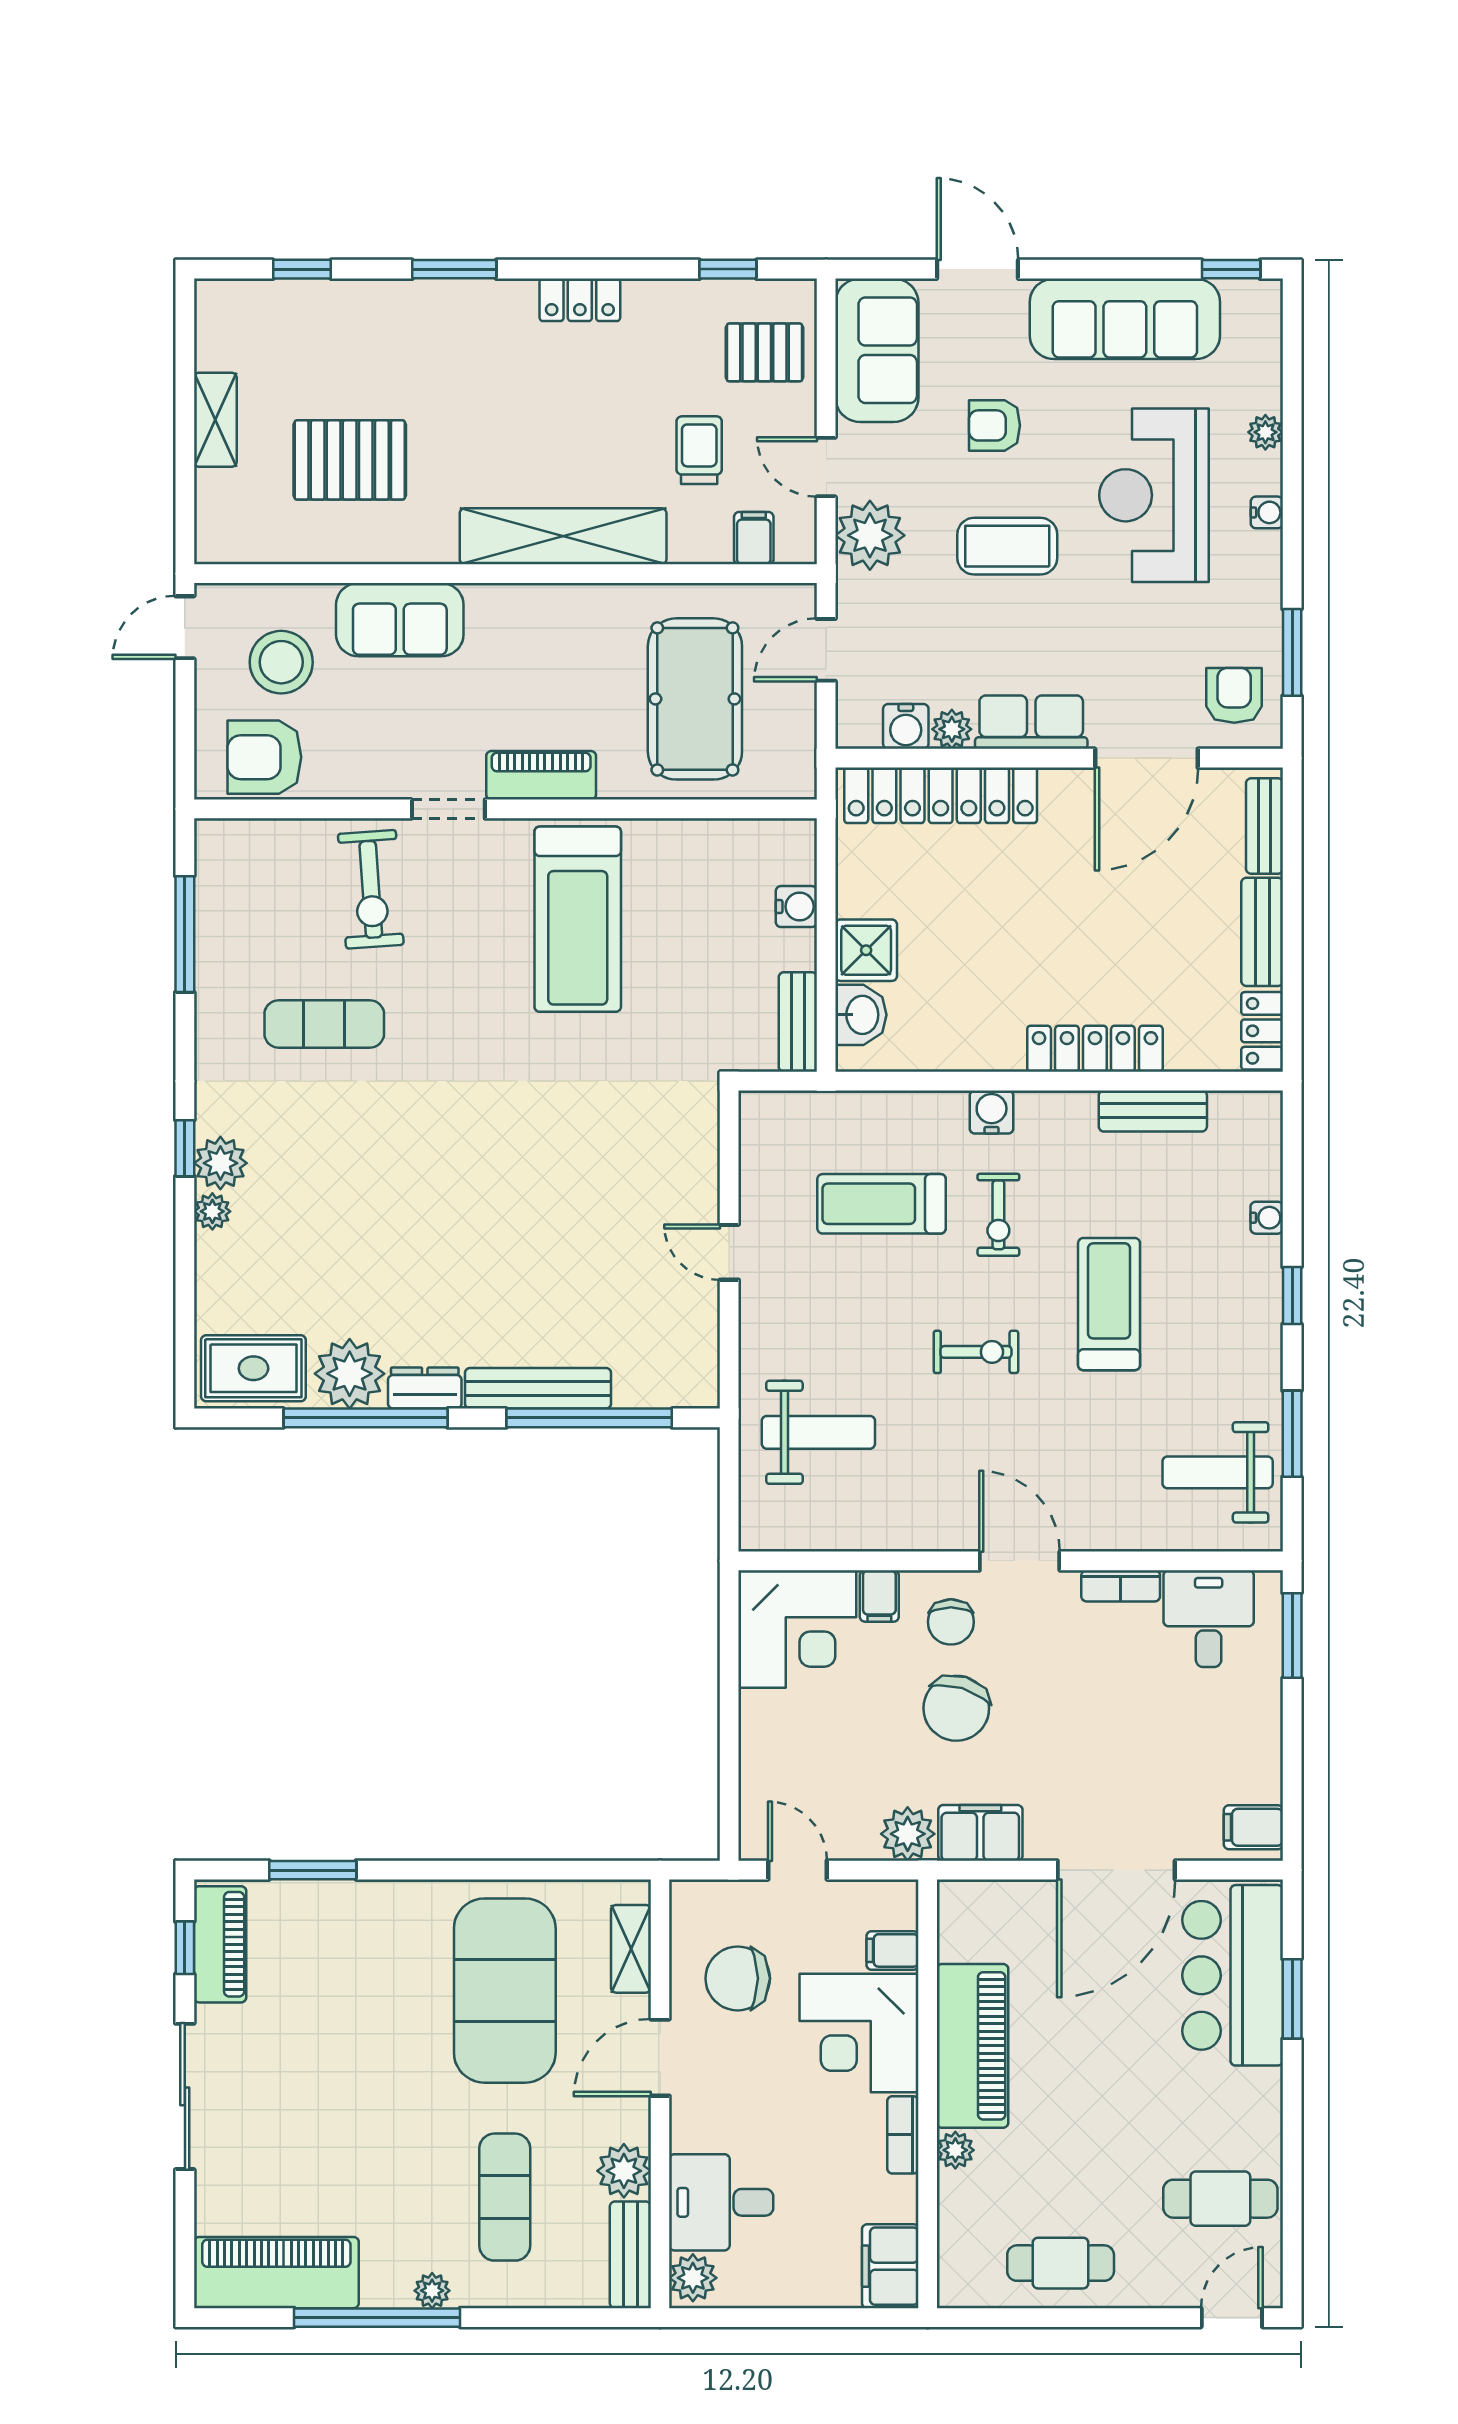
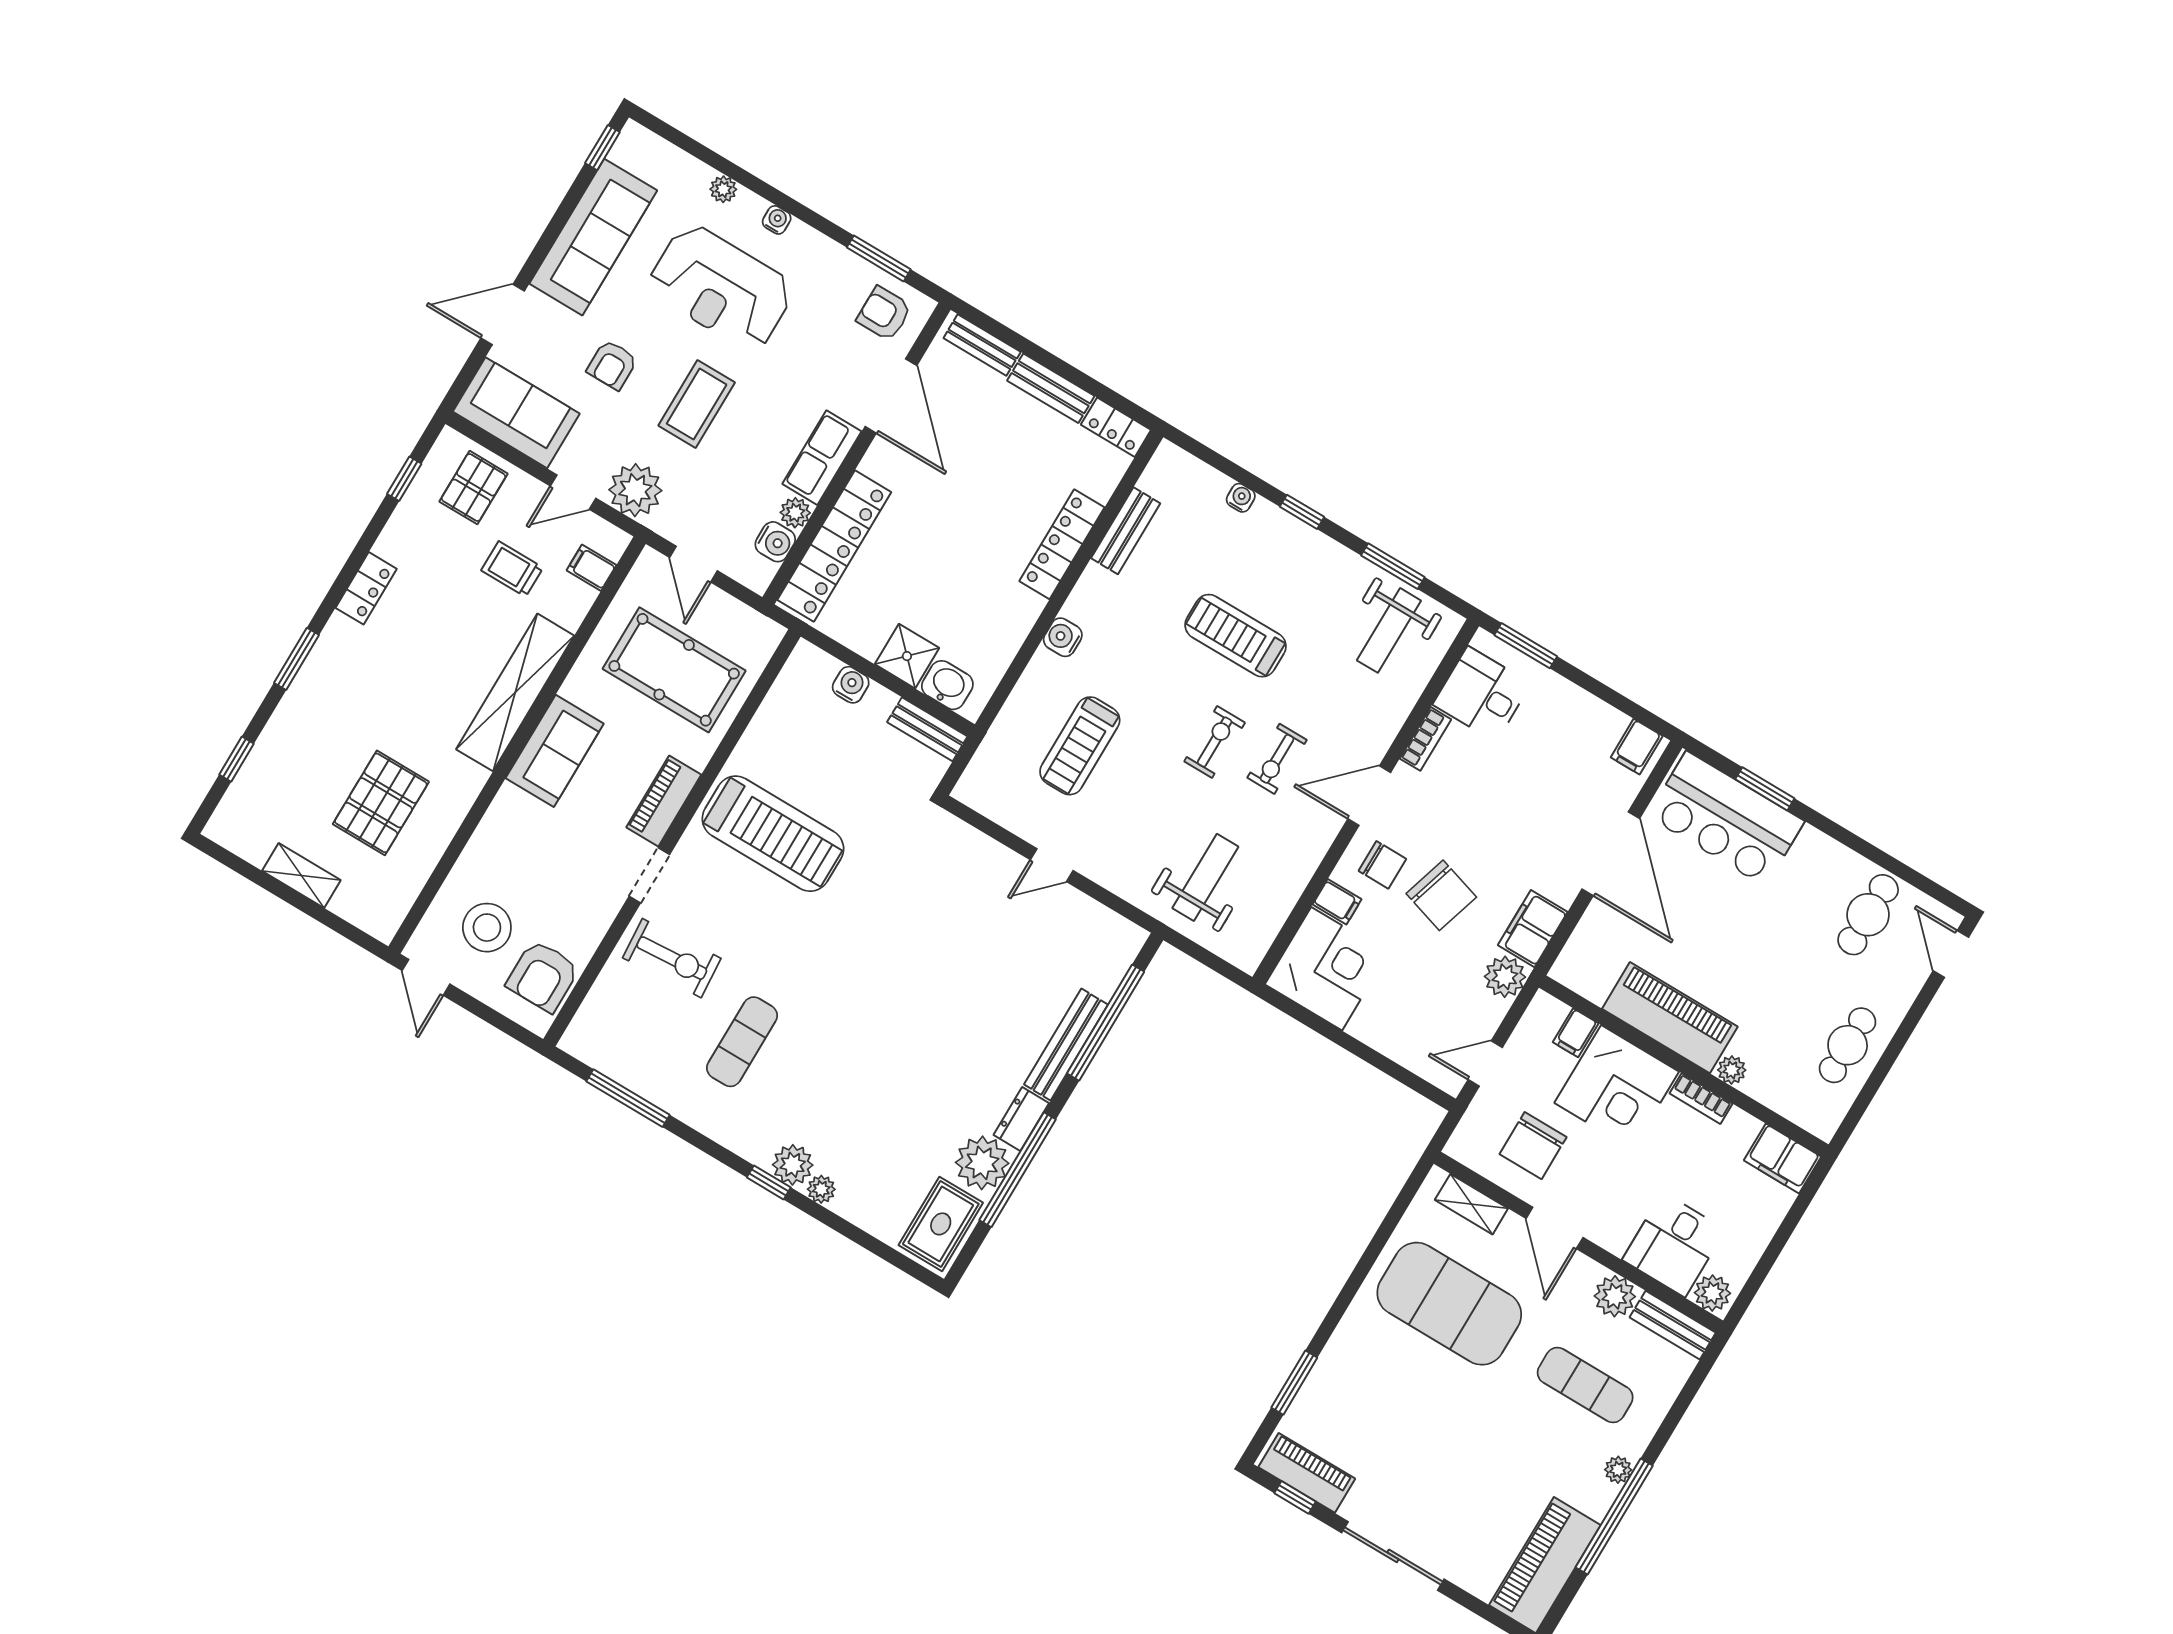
sofa: (400, 620) -> (555, 751), moved
exercise bike: (998, 1215) -> (1277, 759), moved, turned 90

